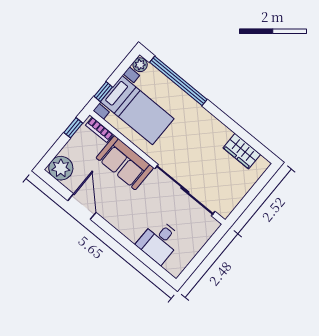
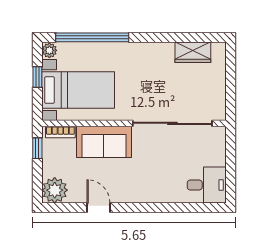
window: (103, 92) -> (37, 77), moved
door: (82, 207) -> (98, 208), width x0.73
desk: (159, 241) -> (207, 185), moved, turned -90

